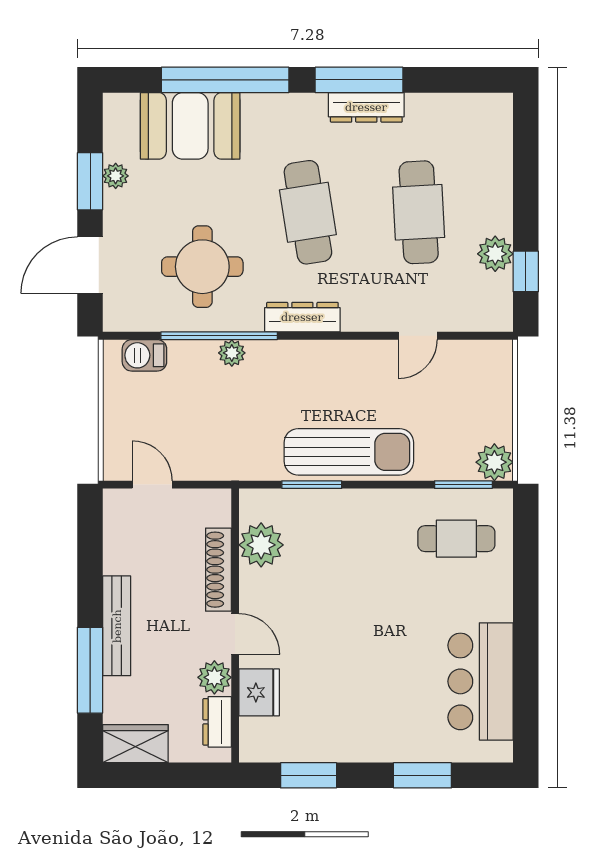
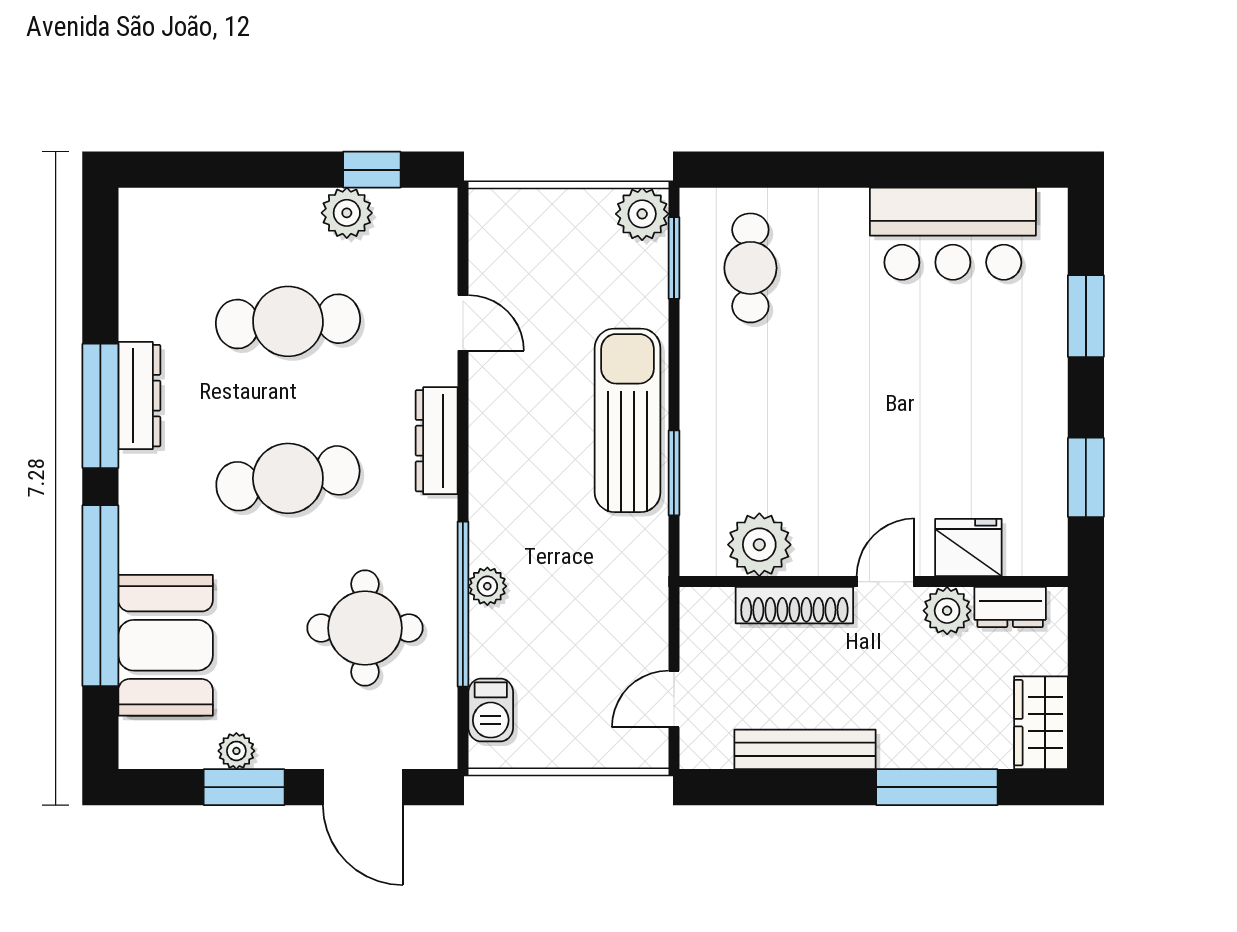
dresser: (302, 317) -> (437, 441), moved
bench: (117, 626) -> (805, 749), moved

